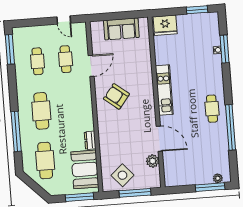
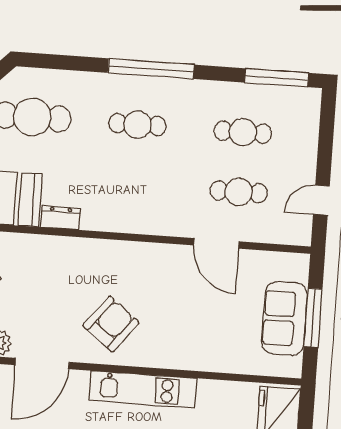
window: (119, 16) -> (313, 318), added
armchair: (116, 96) -> (111, 324), moved
cafe table: (41, 111) -> (138, 125), width x0.73, depth x0.74
window: (16, 131) -> (151, 69), moved

